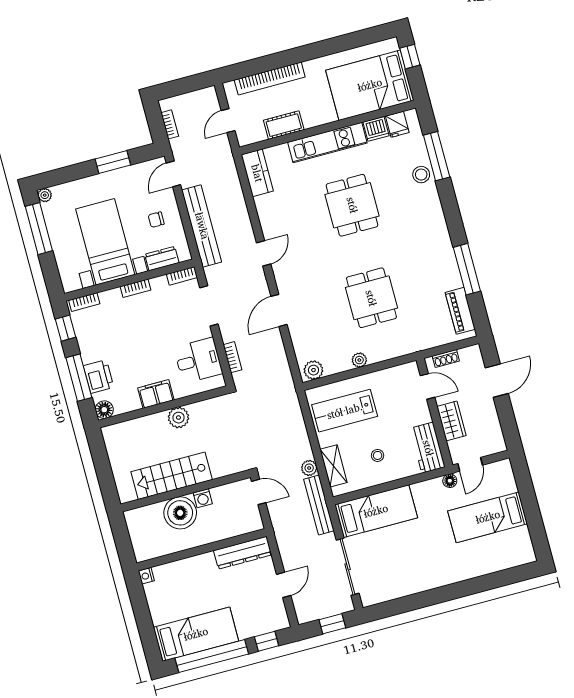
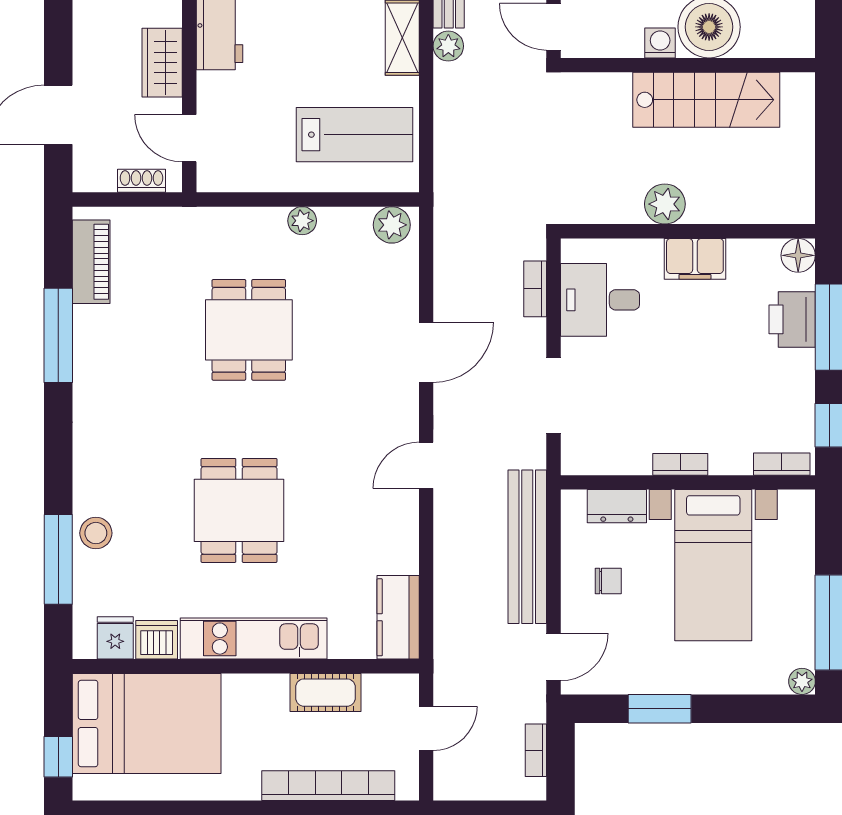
bookcase: (182, 276) -> (588, 464), removed
stool: (378, 455) -> (316, 35), removed

